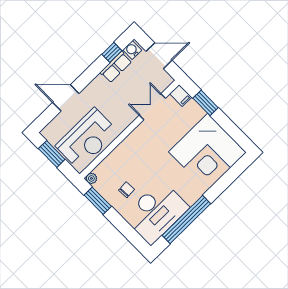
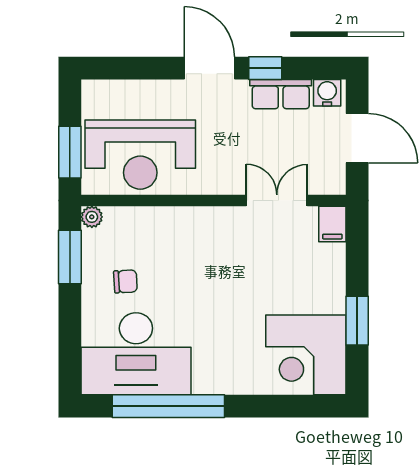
window: (112, 52) -> (265, 68), moved
door: (66, 98) -> (209, 68), moved
window: (206, 103) -> (357, 321), moved
corner desk: (207, 152) -> (306, 355), width x0.74, depth x0.74
window: (52, 154) -> (70, 152), moved

